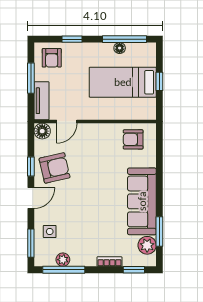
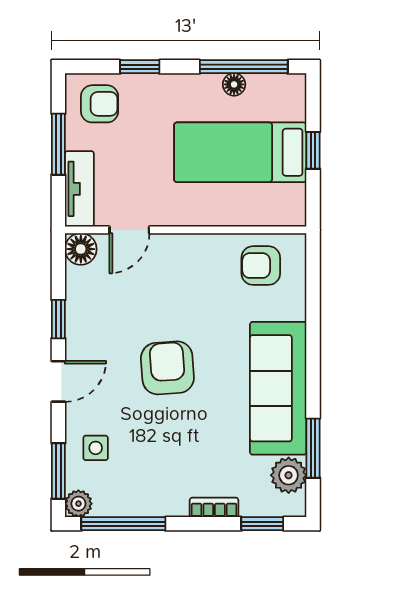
armchair: (52, 58) -> (100, 104), turned -90
armchair: (55, 168) -> (167, 368), moved, turned -81
plant: (63, 260) -> (78, 504), moved

